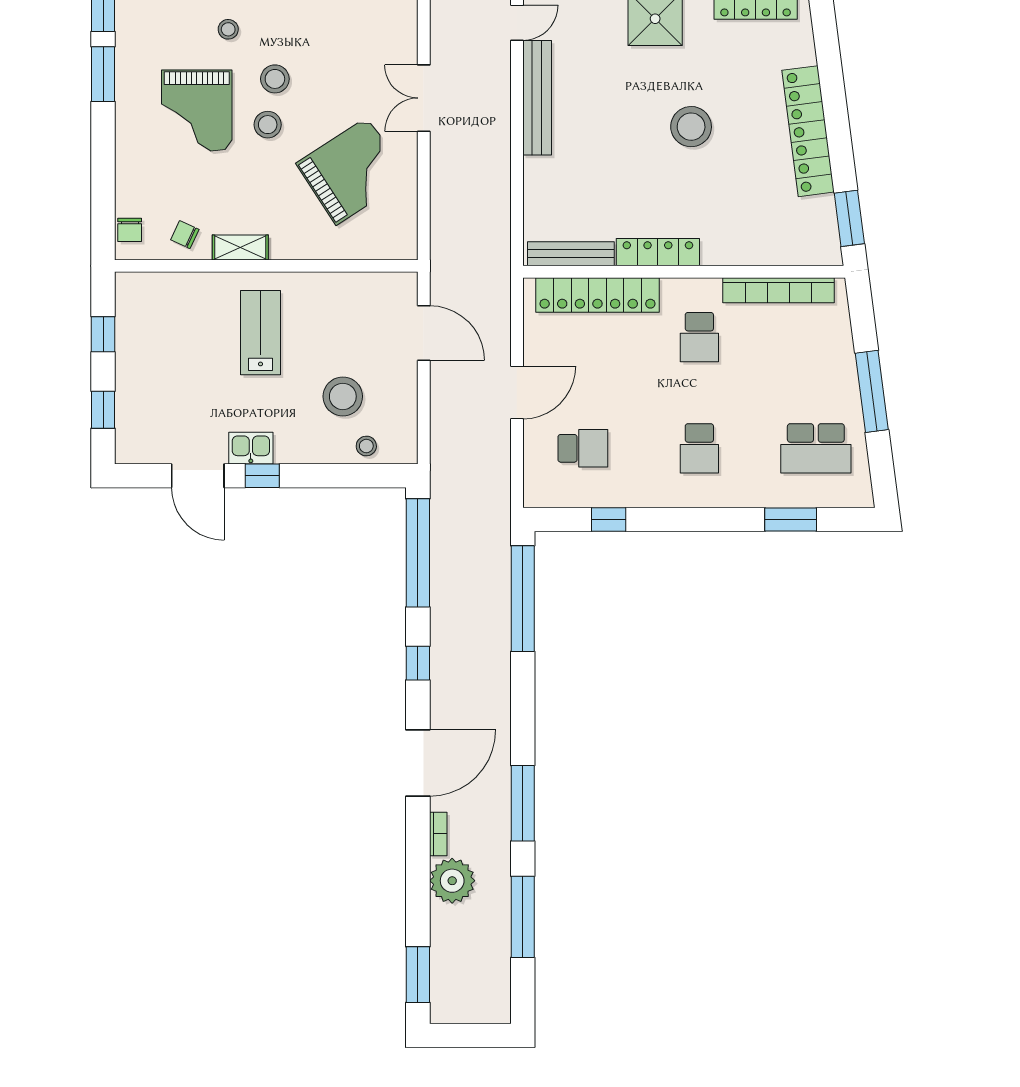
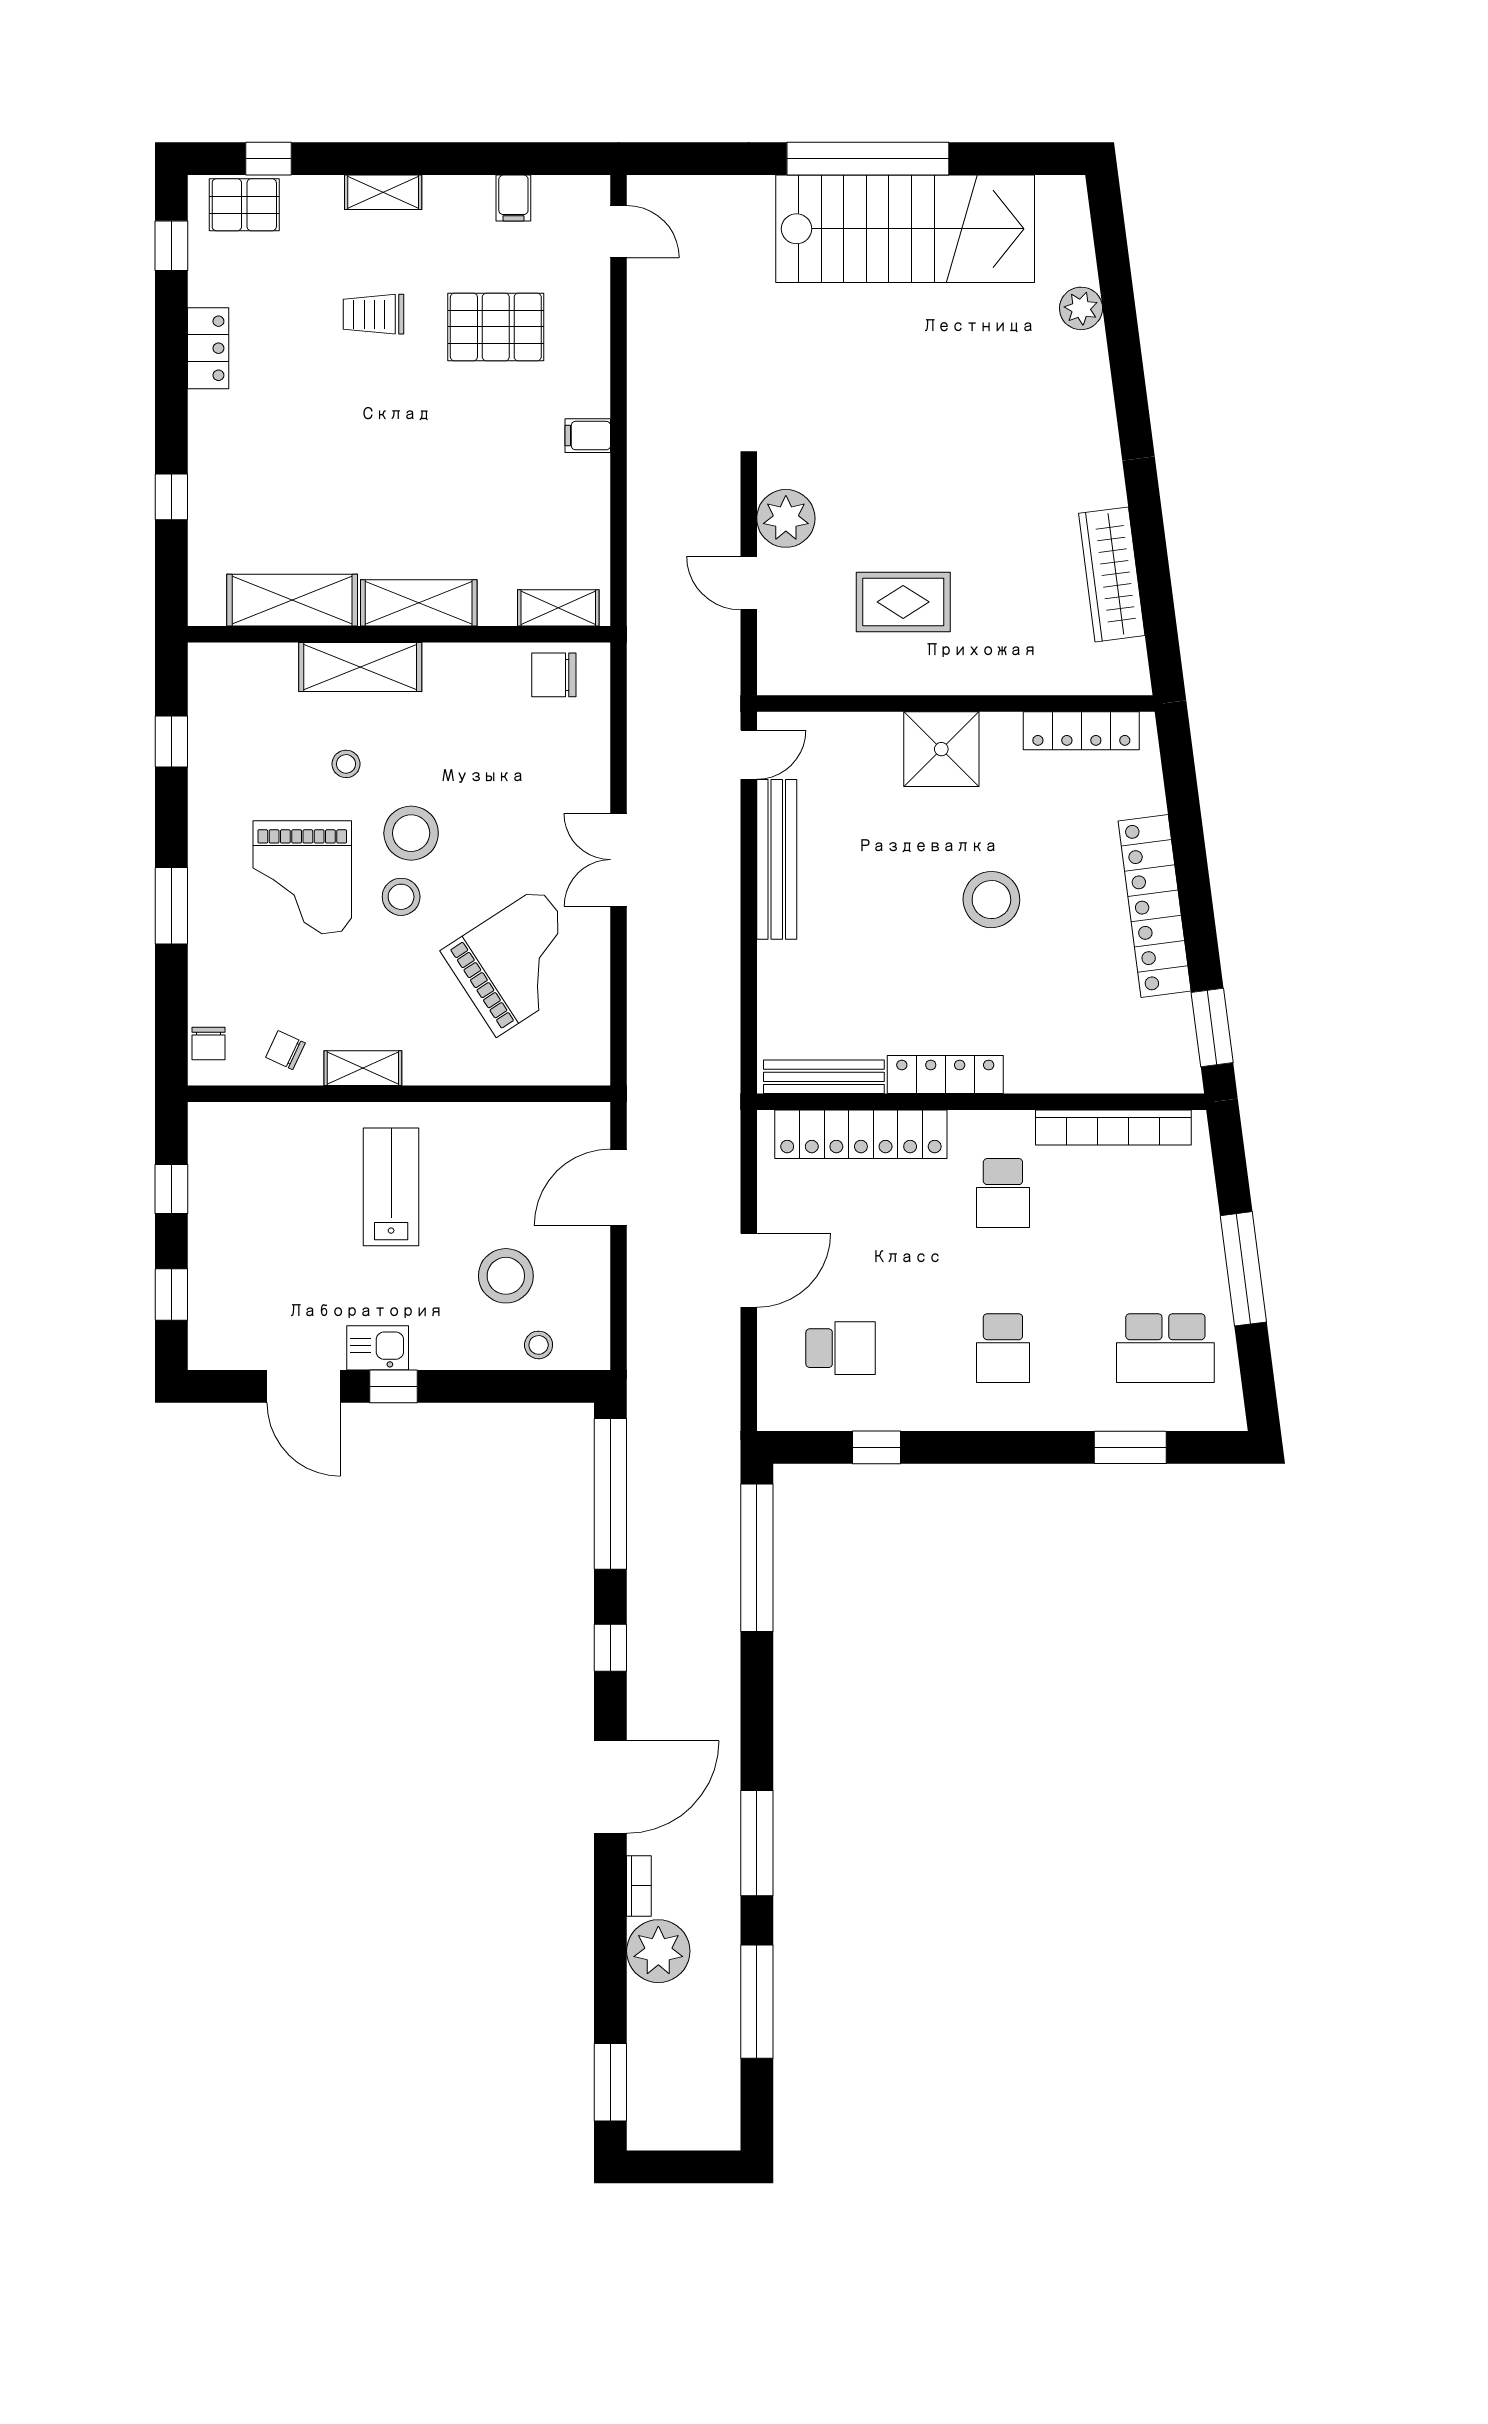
window: (103, 74) -> (171, 906), moved
stool: (275, 79) -> (411, 833), width x1.38, depth x1.38
door: (424, 333) -> (619, 1187), swing flipped

